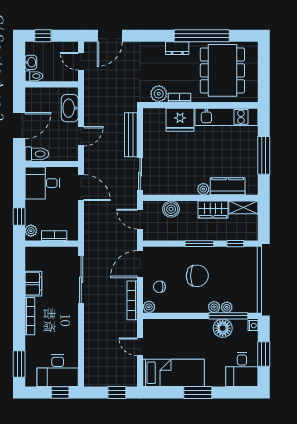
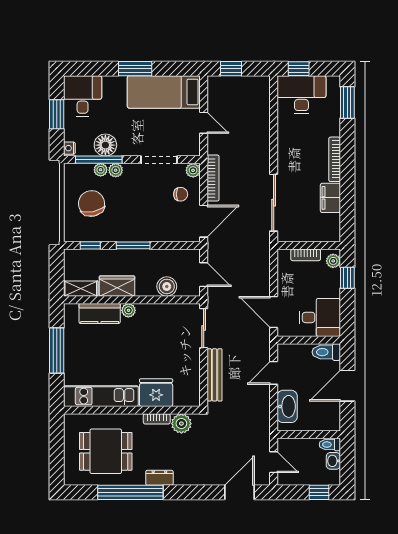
dining table: (222, 70) -> (106, 451), width x0.73
chair: (197, 276) -> (92, 203), moved, turned 78
doorway: (178, 316) -> (159, 160), added

